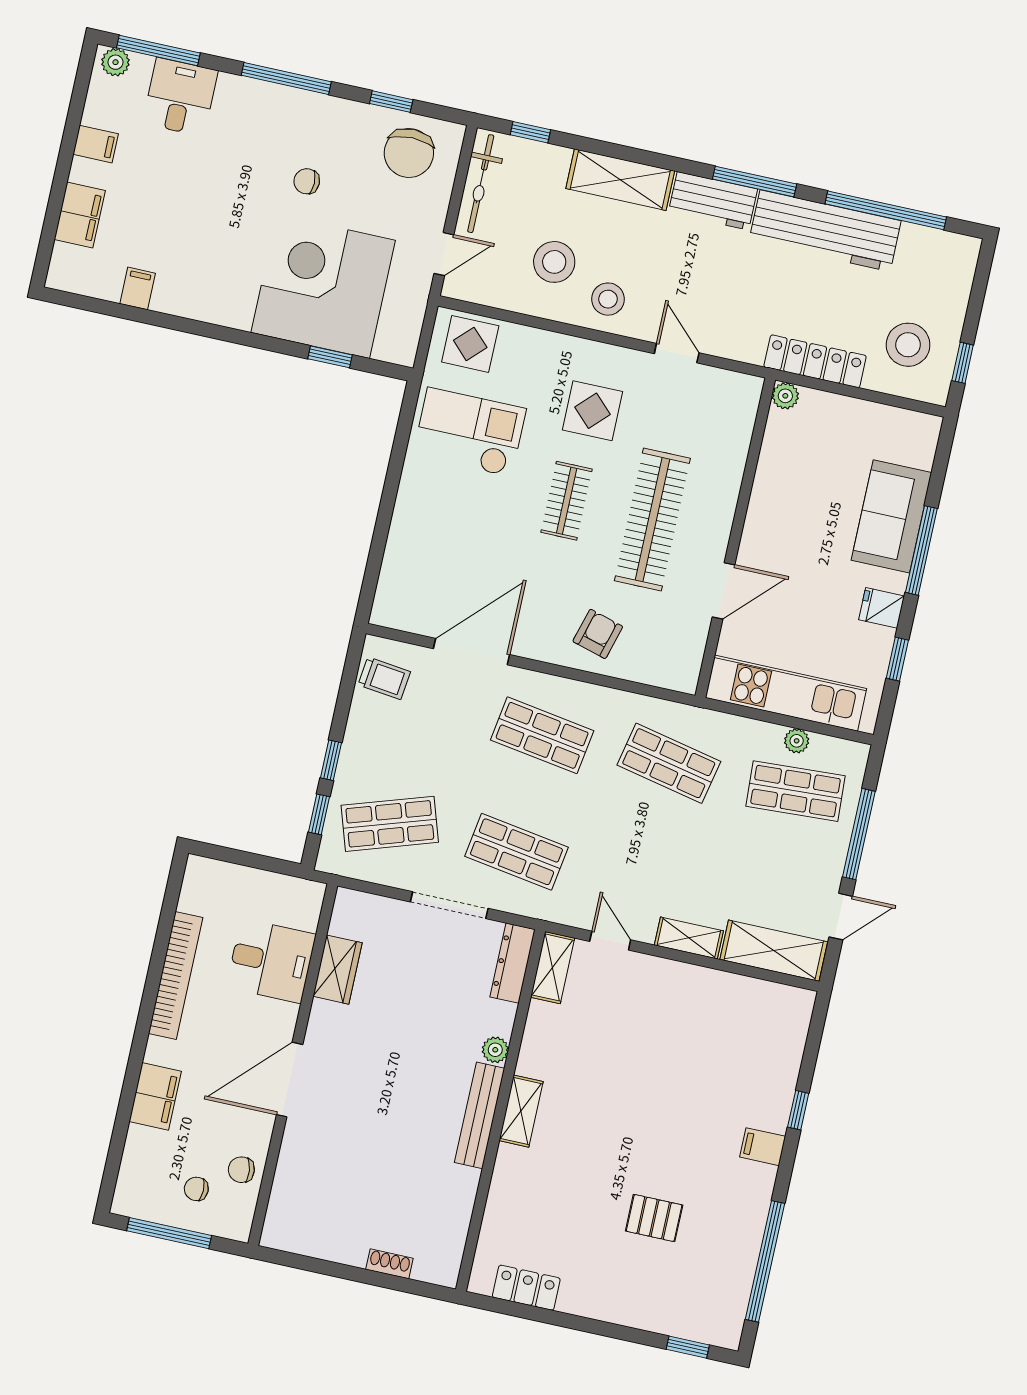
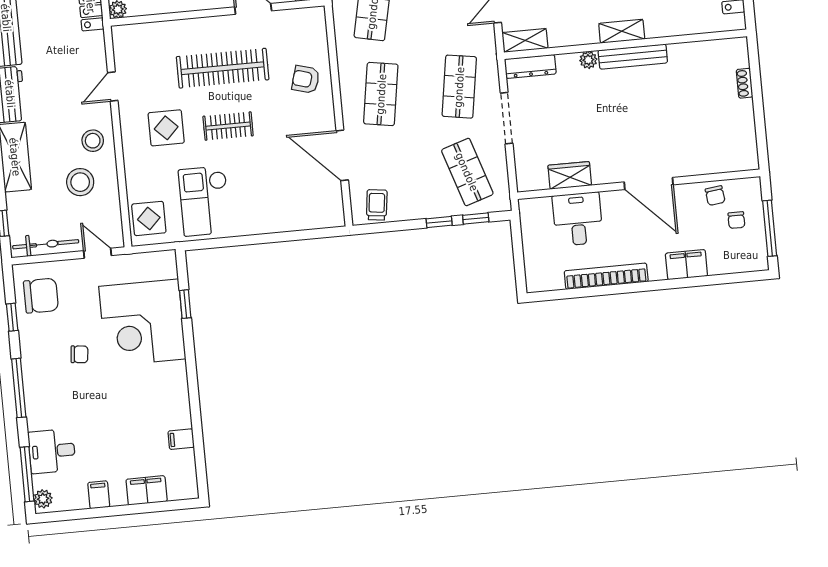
chair: (307, 181) -> (79, 354), turned -84

